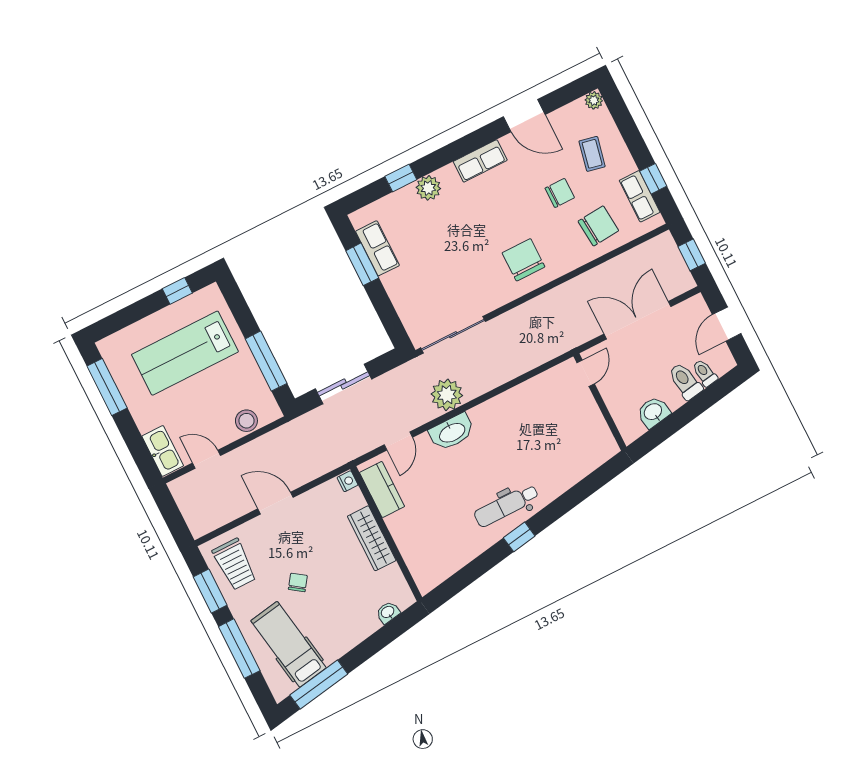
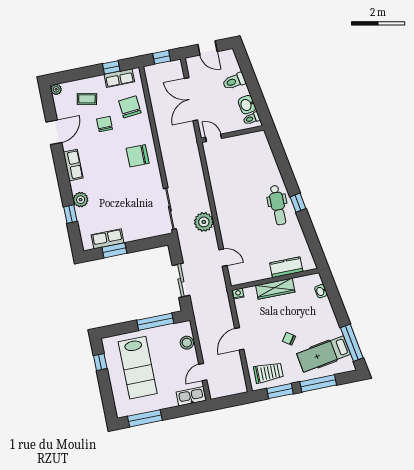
toilet: (705, 373) -> (252, 118), moved
washbasin: (452, 432) -> (226, 225), removed
kitchen counter: (382, 489) -> (286, 267), moved

